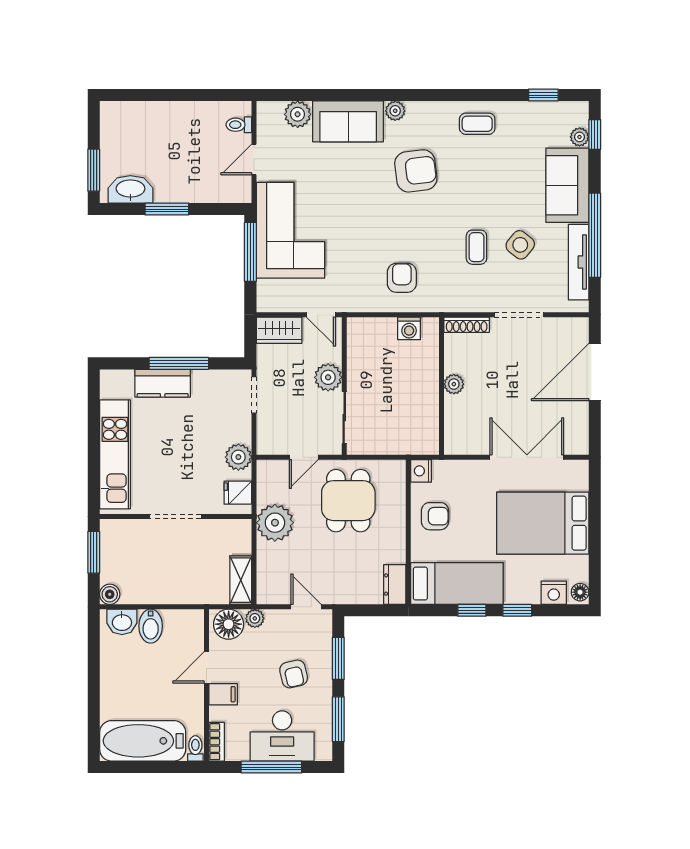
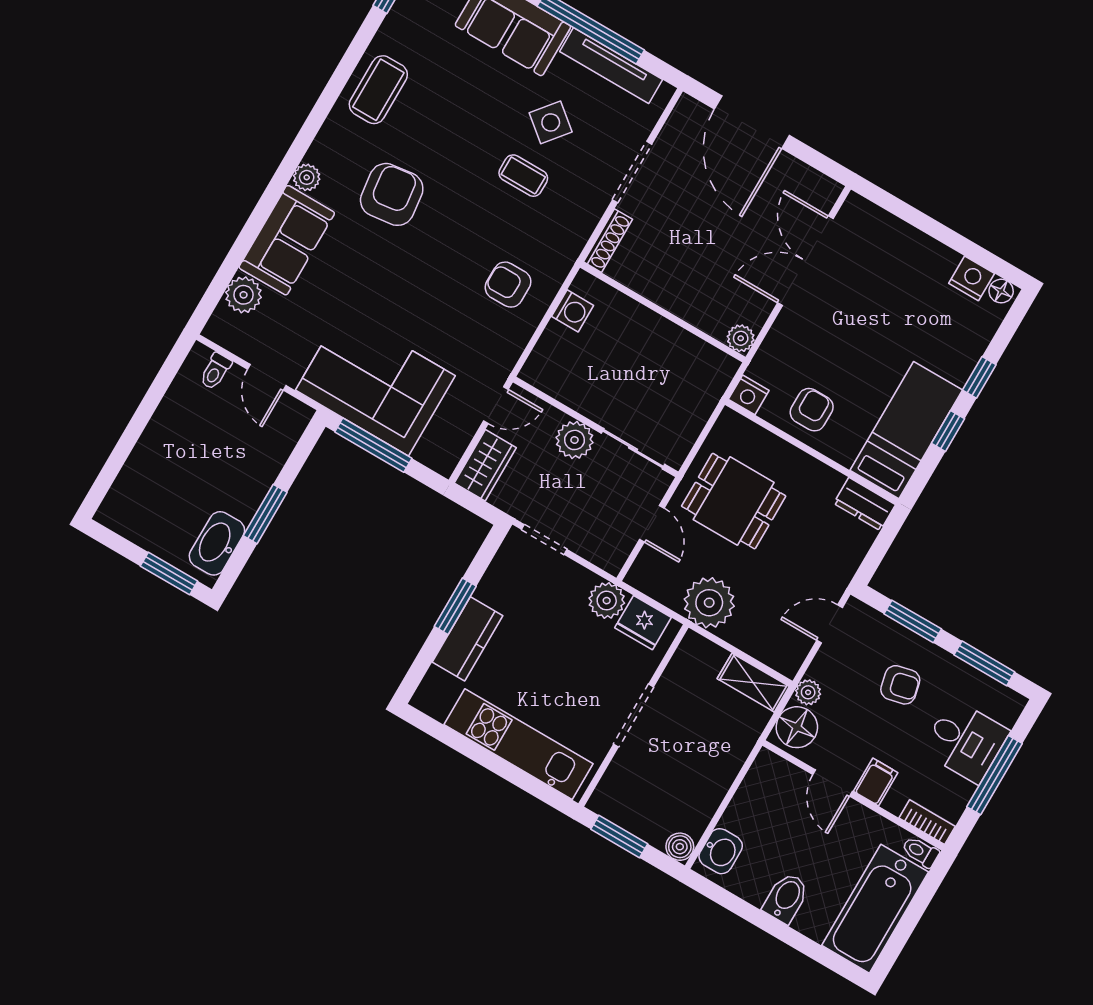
coffee table: (477, 124) -> (378, 90), width x1.36, depth x1.30
window: (179, 363) -> (455, 606), width x0.69
plant: (454, 384) -> (741, 338), moved
fridge: (238, 493) -> (643, 623), width x1.38
bed: (543, 523) -> (894, 287), removed
nightstand: (554, 593) -> (972, 278), moved, turned -90
bidet: (151, 626) -> (786, 898), moved, turned -90
desk: (282, 736) -> (965, 741), width x0.73

